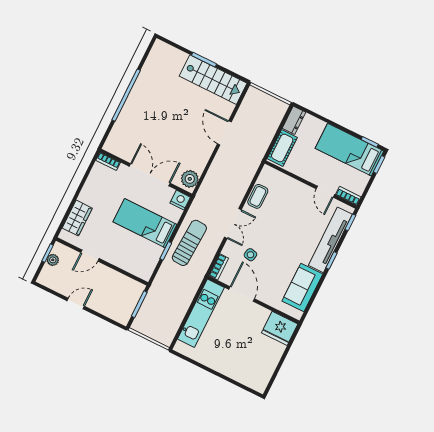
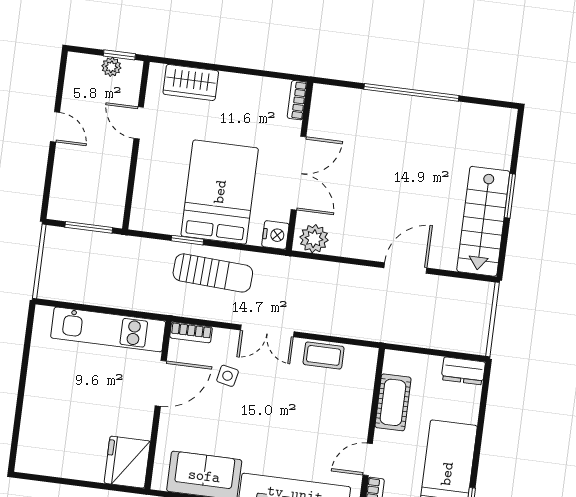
cot: (282, 148) -> (393, 402), moved, turned 90
bed: (145, 223) -> (220, 192), width x1.50

